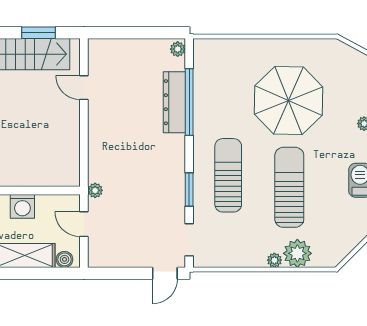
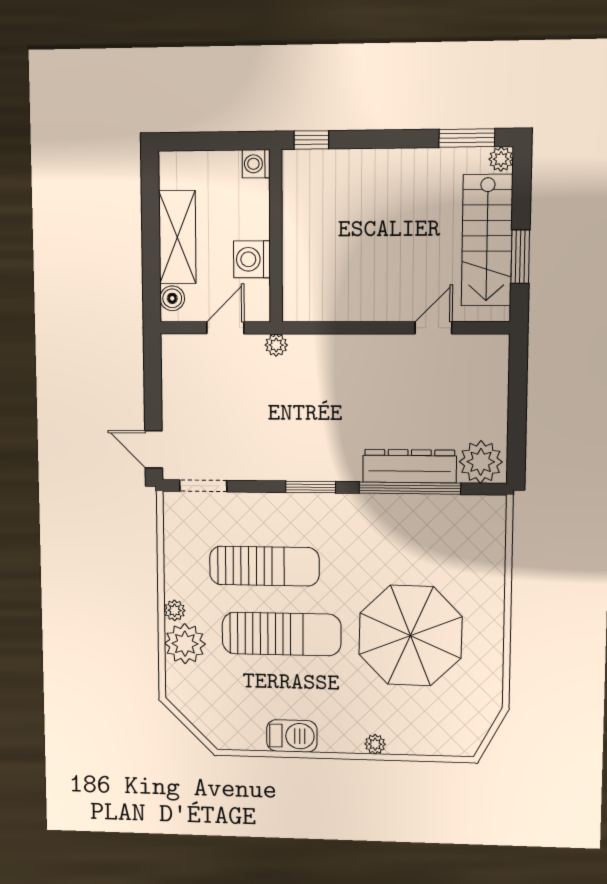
plant: (178, 49) -> (481, 462), width x1.88, depth x1.88
sun lounger: (228, 175) -> (264, 566), moved
window: (189, 190) -> (311, 487), moved
washing machine: (22, 206) -> (252, 259), moved

